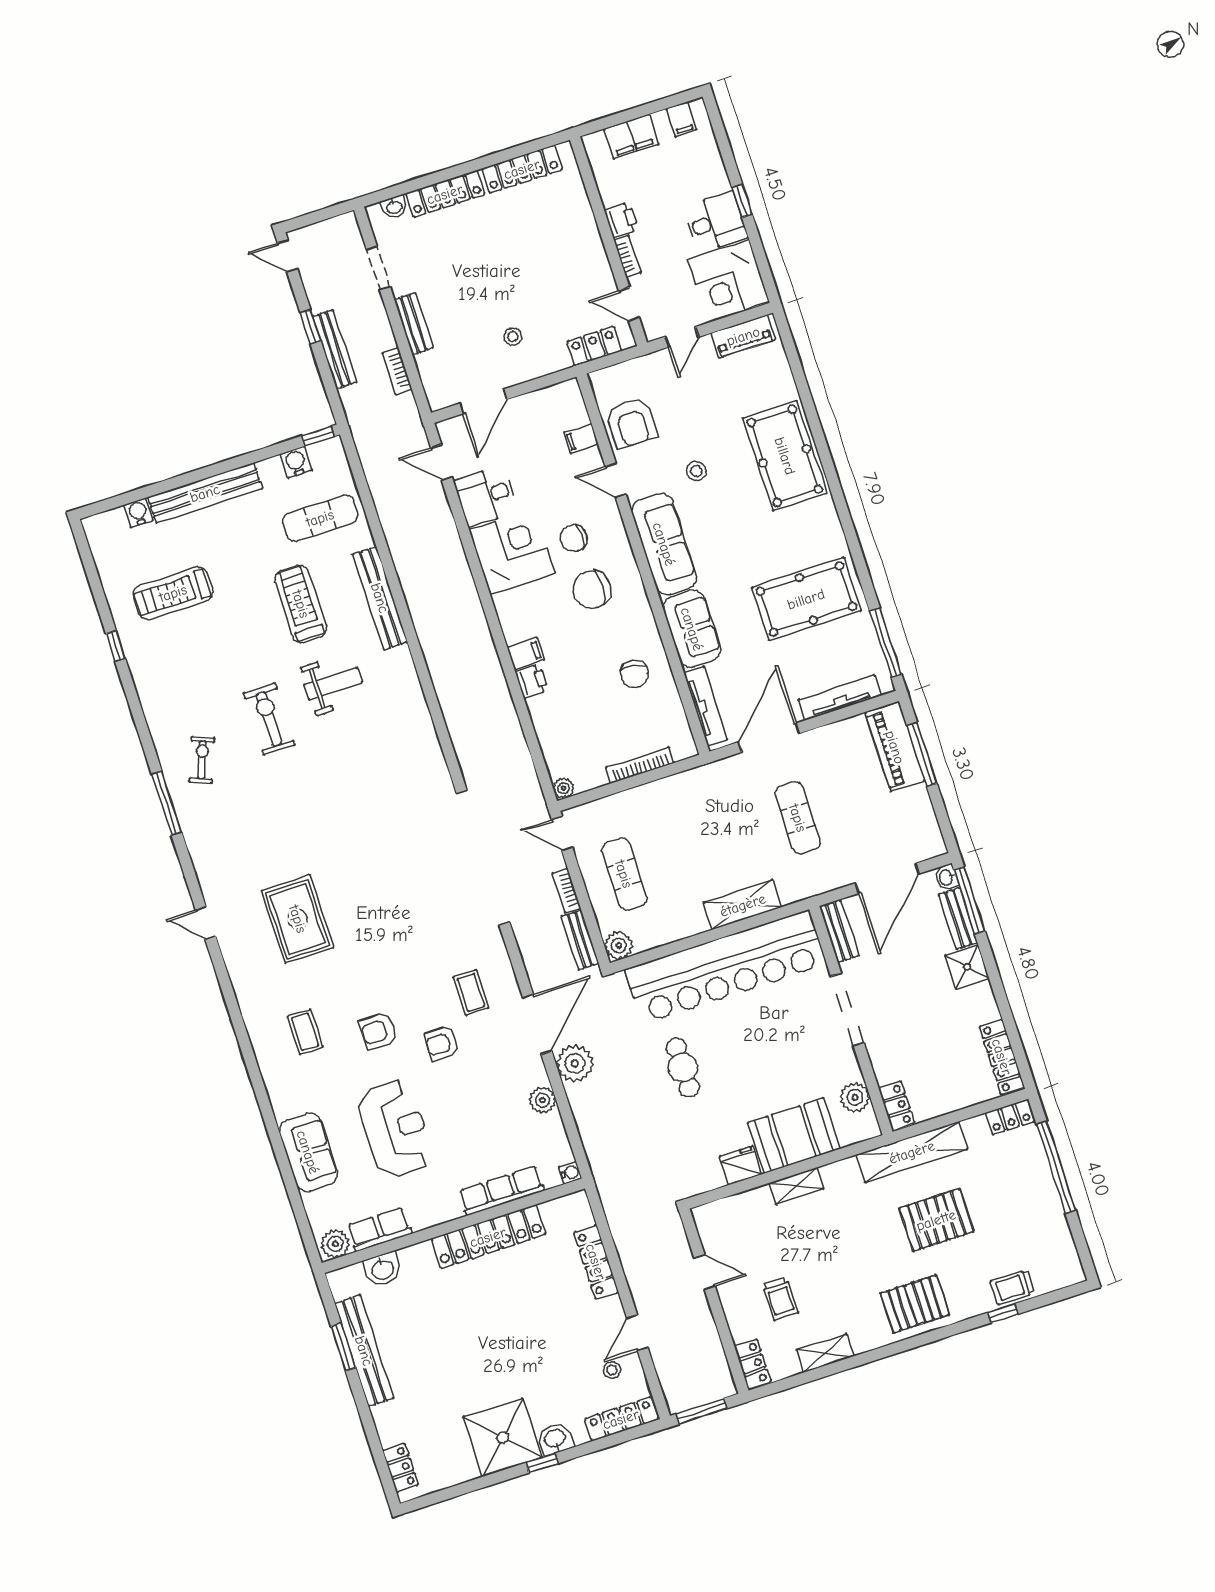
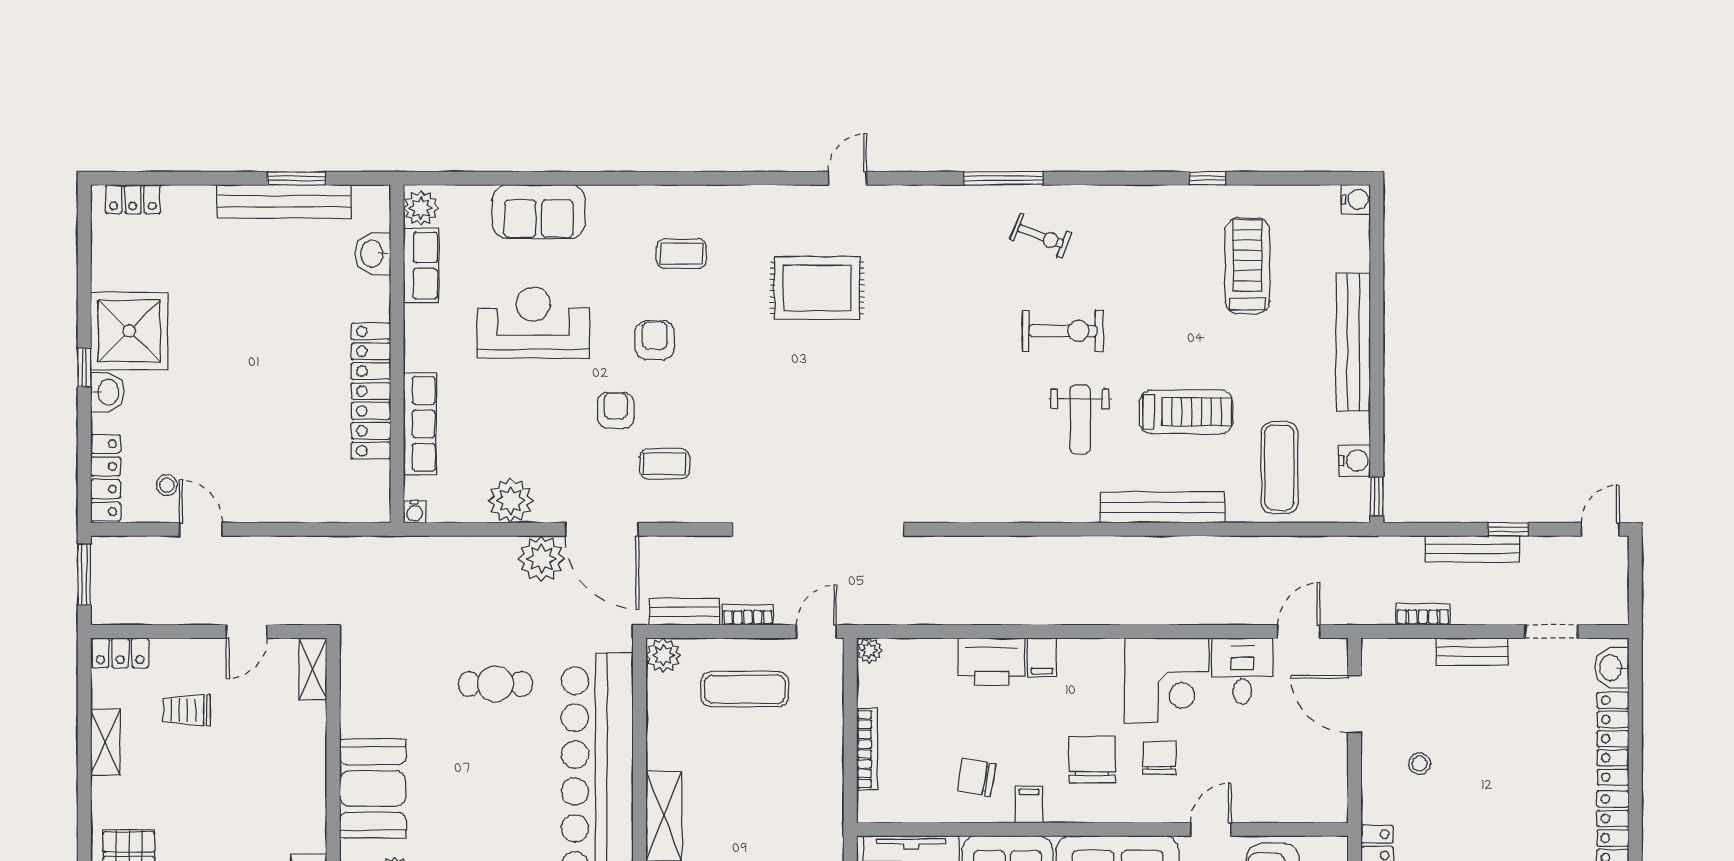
washbasin: (394, 207) -> (1612, 668), width x1.38, depth x1.45
filing cabinet: (581, 438) -> (1029, 805), moved
water cooler: (138, 512) -> (1356, 199), moved
printer: (532, 681) -> (992, 662), width x1.87, depth x1.48
plant: (542, 1100) -> (511, 501), width x1.36, depth x1.36
reception desk: (395, 1129) -> (533, 323), turned 180
fridge: (741, 1165) -> (358, 715), removed
shelving: (796, 1186) -> (313, 669), moved
locker: (596, 1262) -> (300, 508), removed

